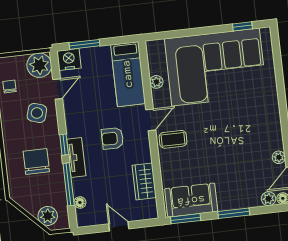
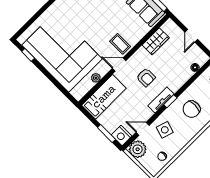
tv unit: (76, 157) -> (161, 100), moved
window: (69, 184) -> (190, 82), removed

